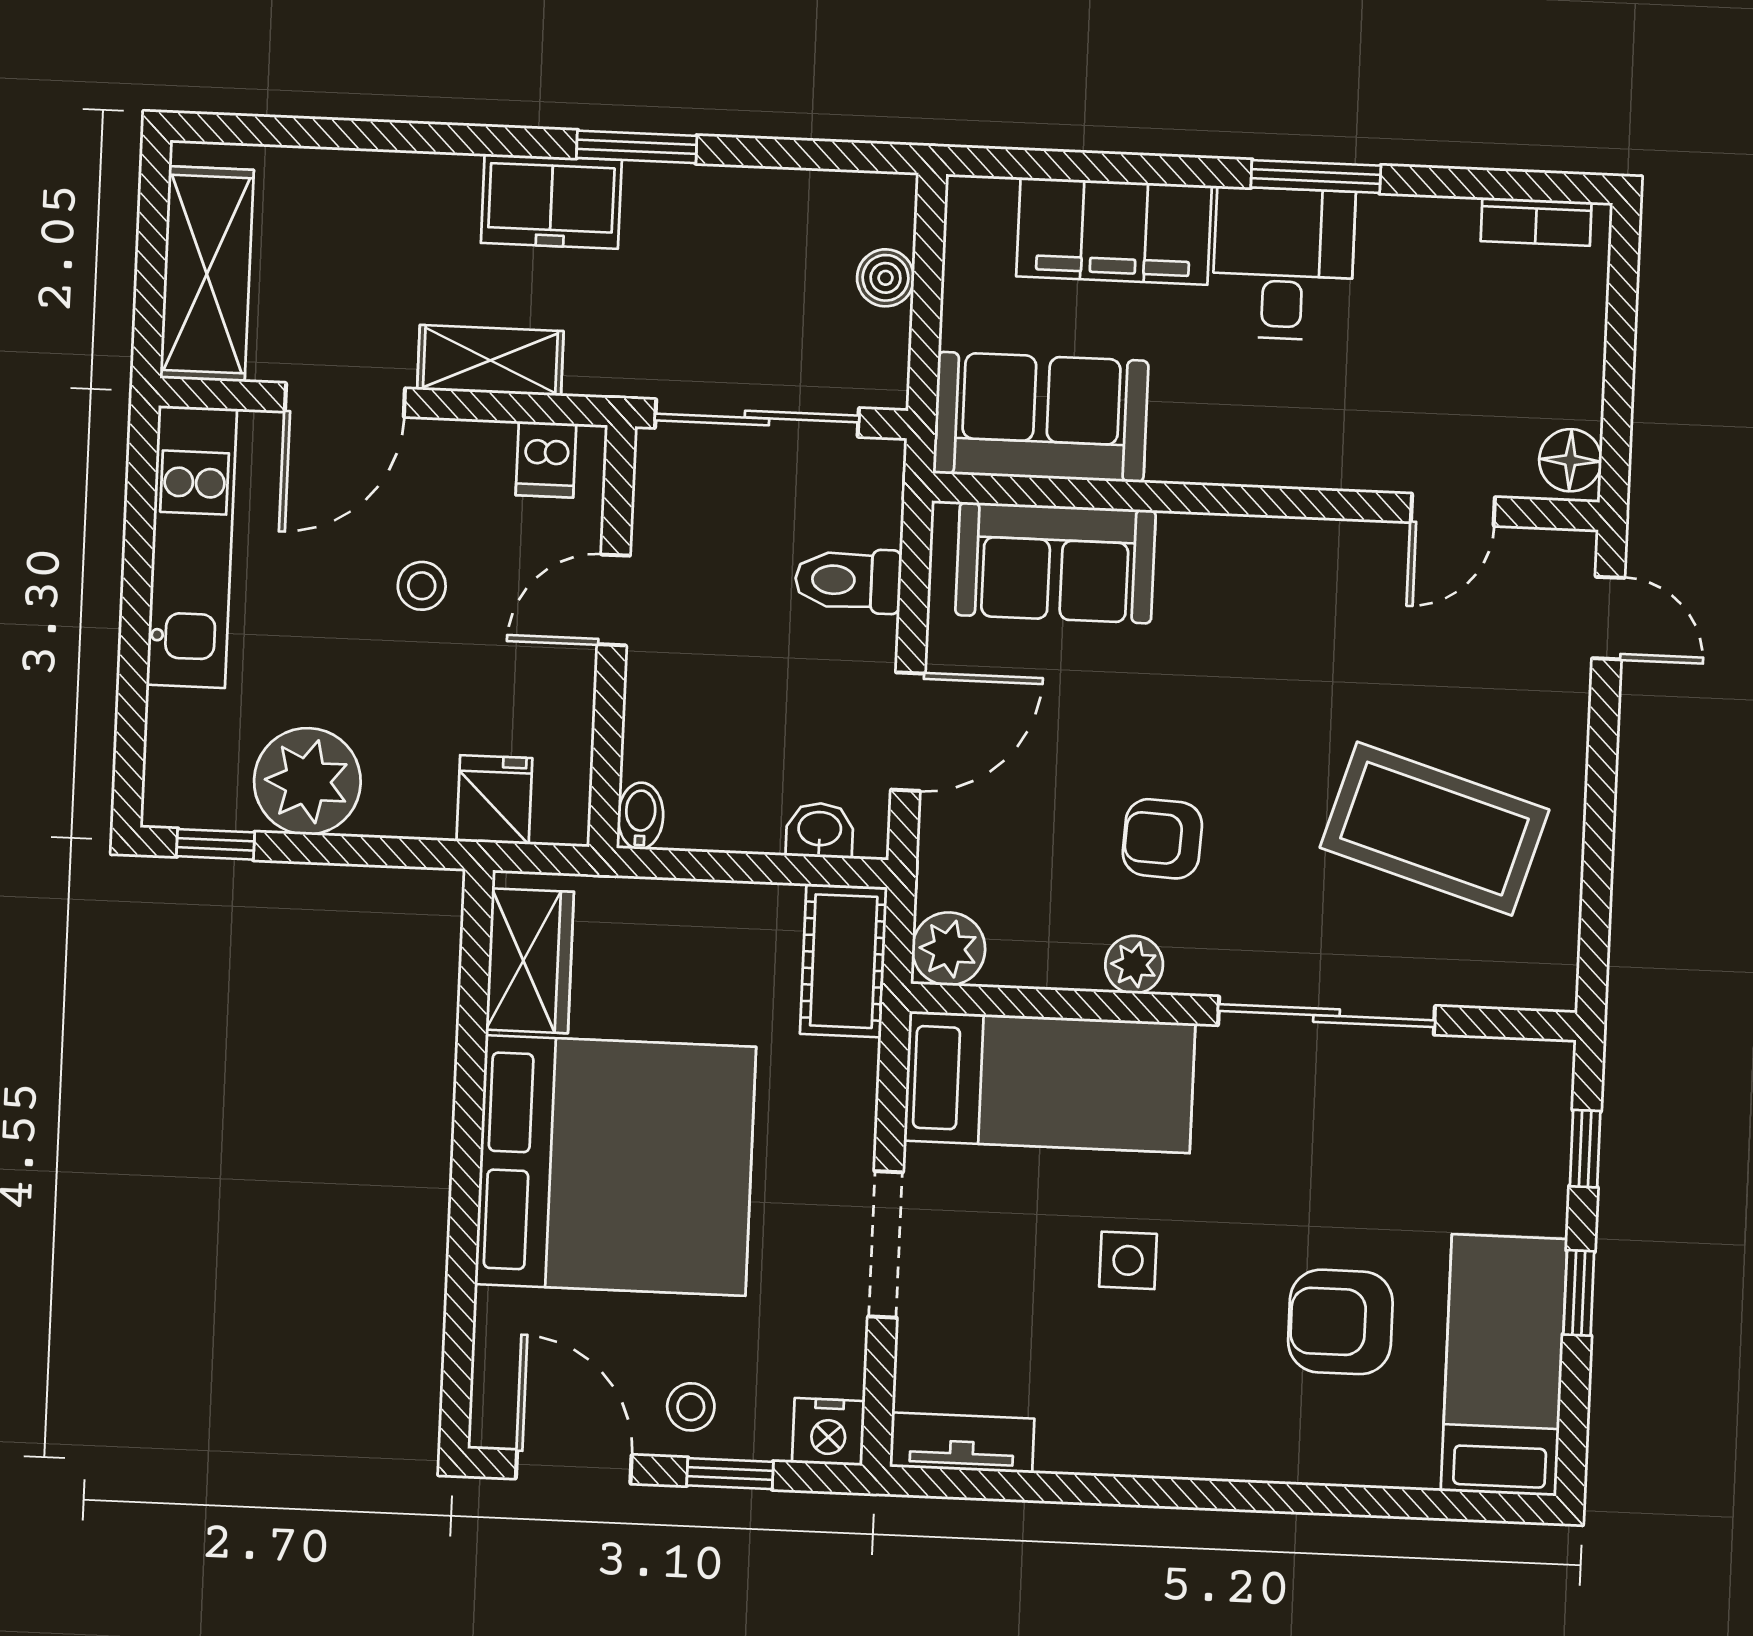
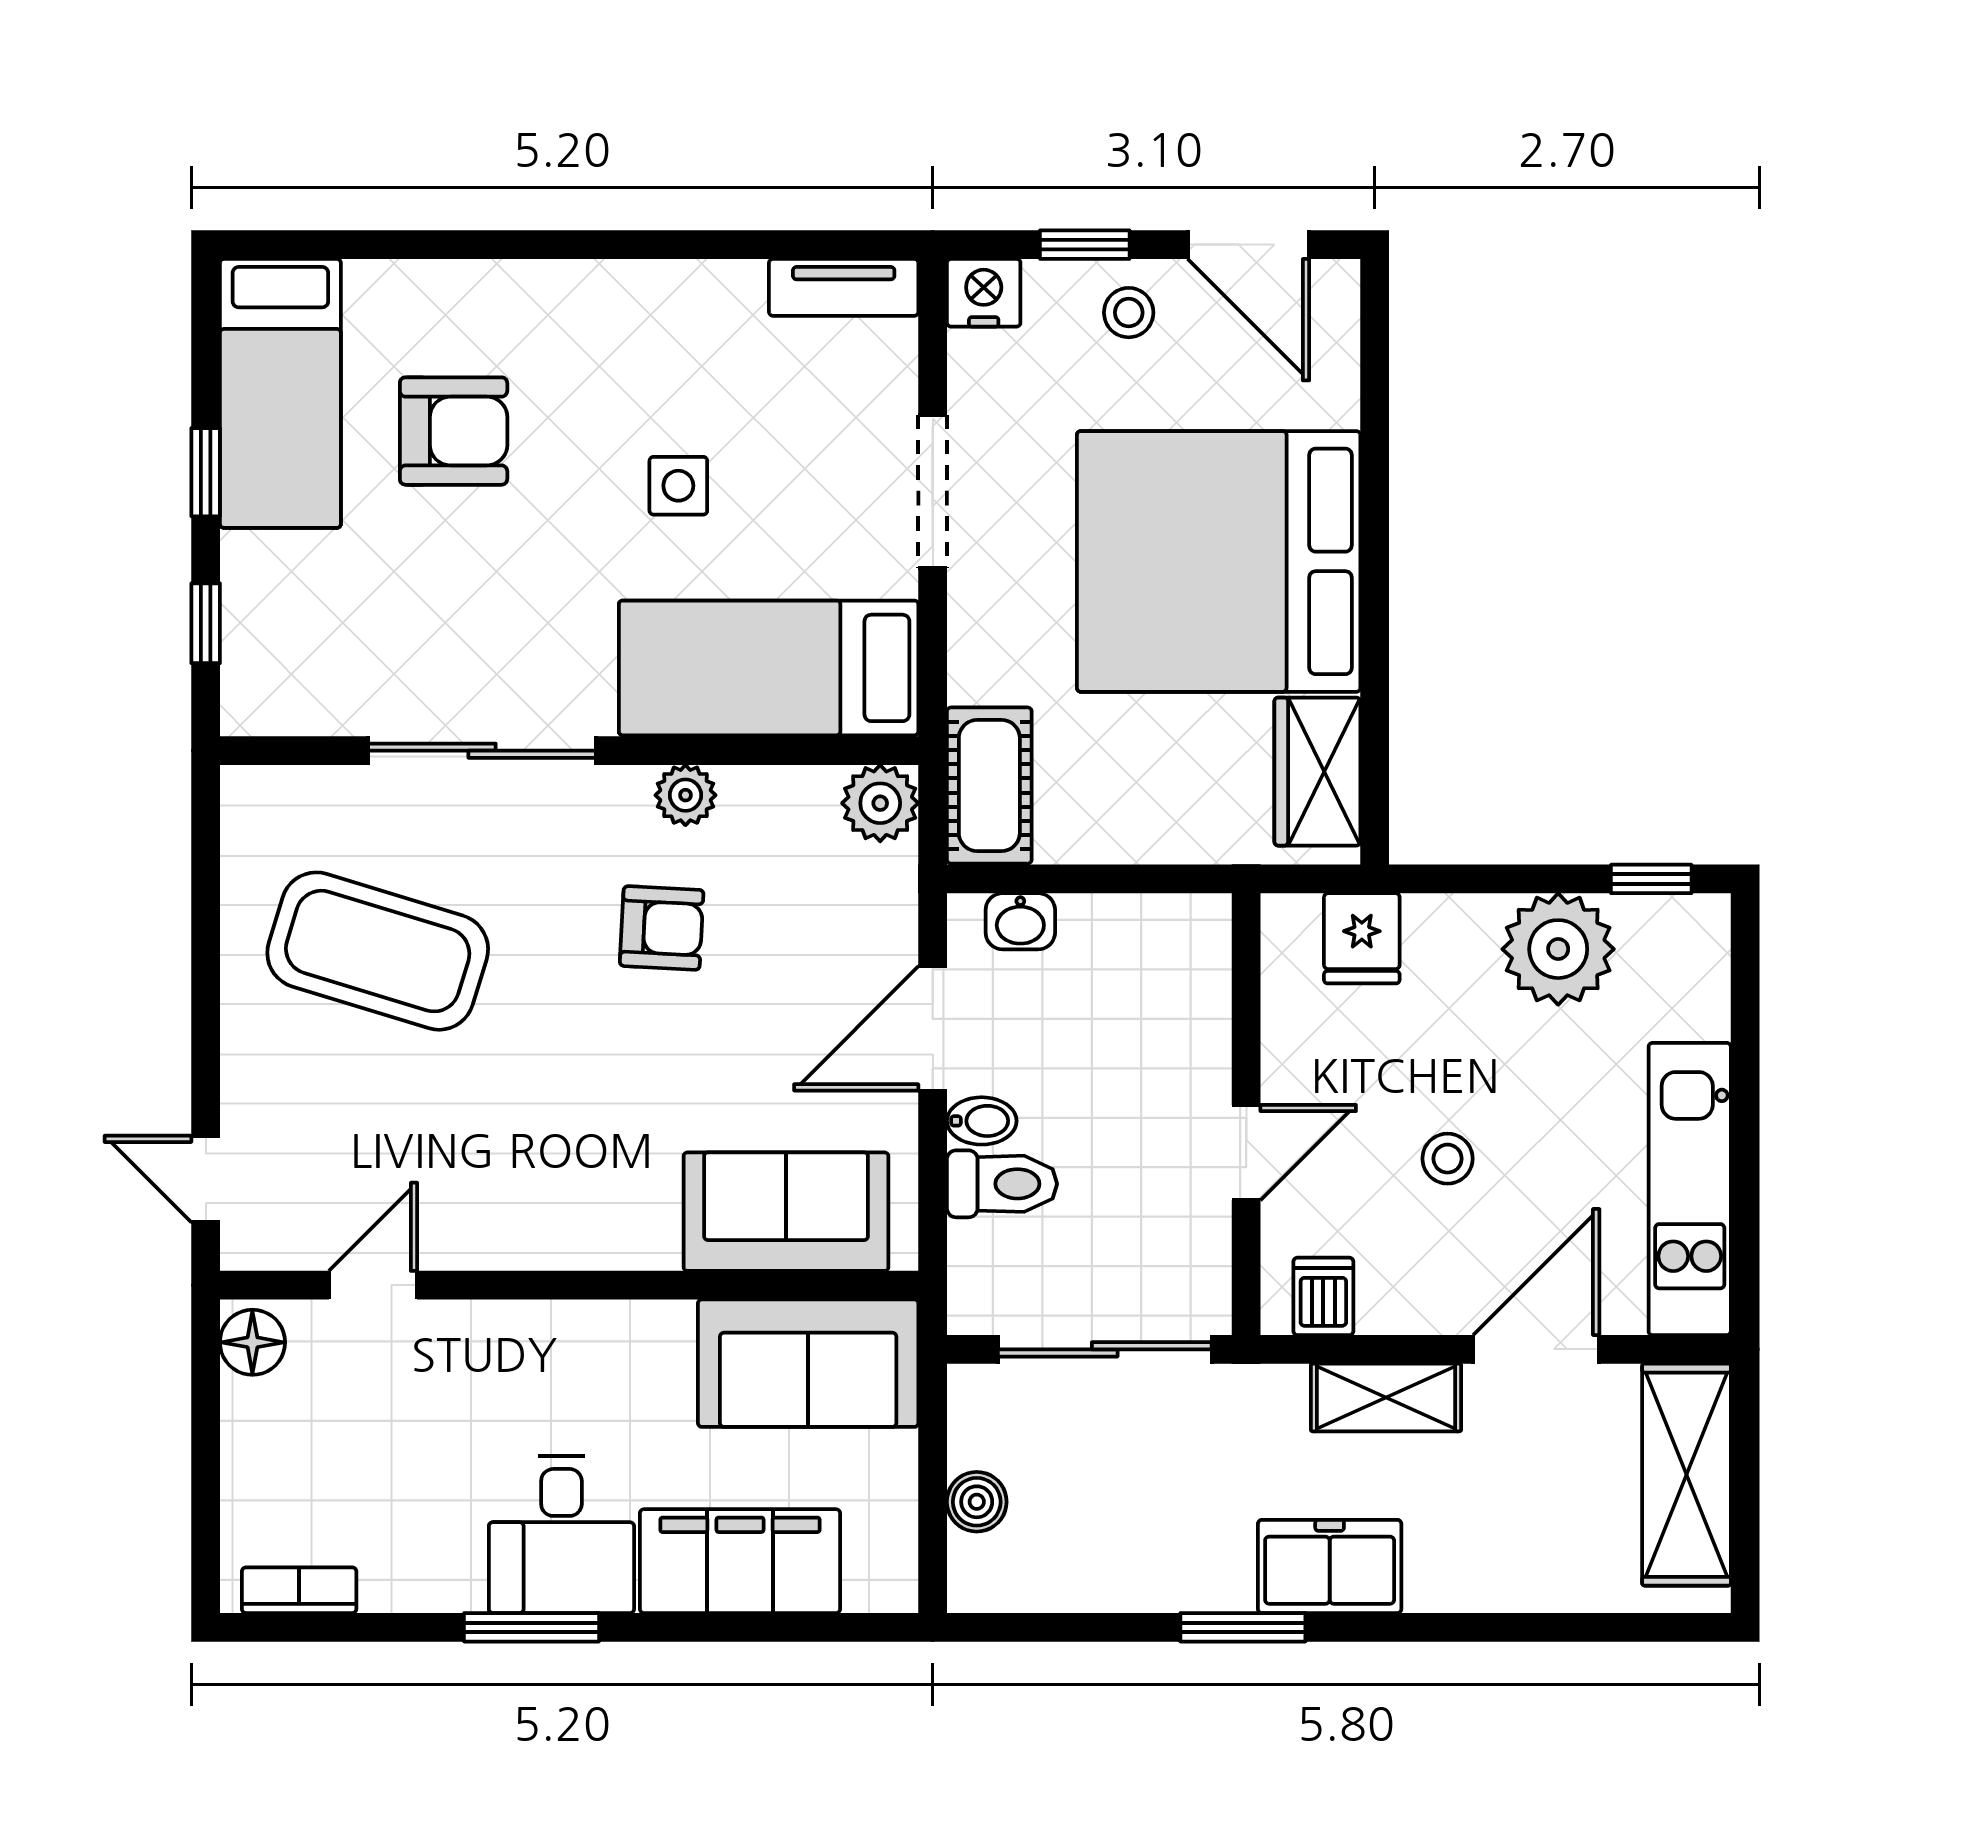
bidet: (641, 816) -> (982, 1121), moved, turned -90

